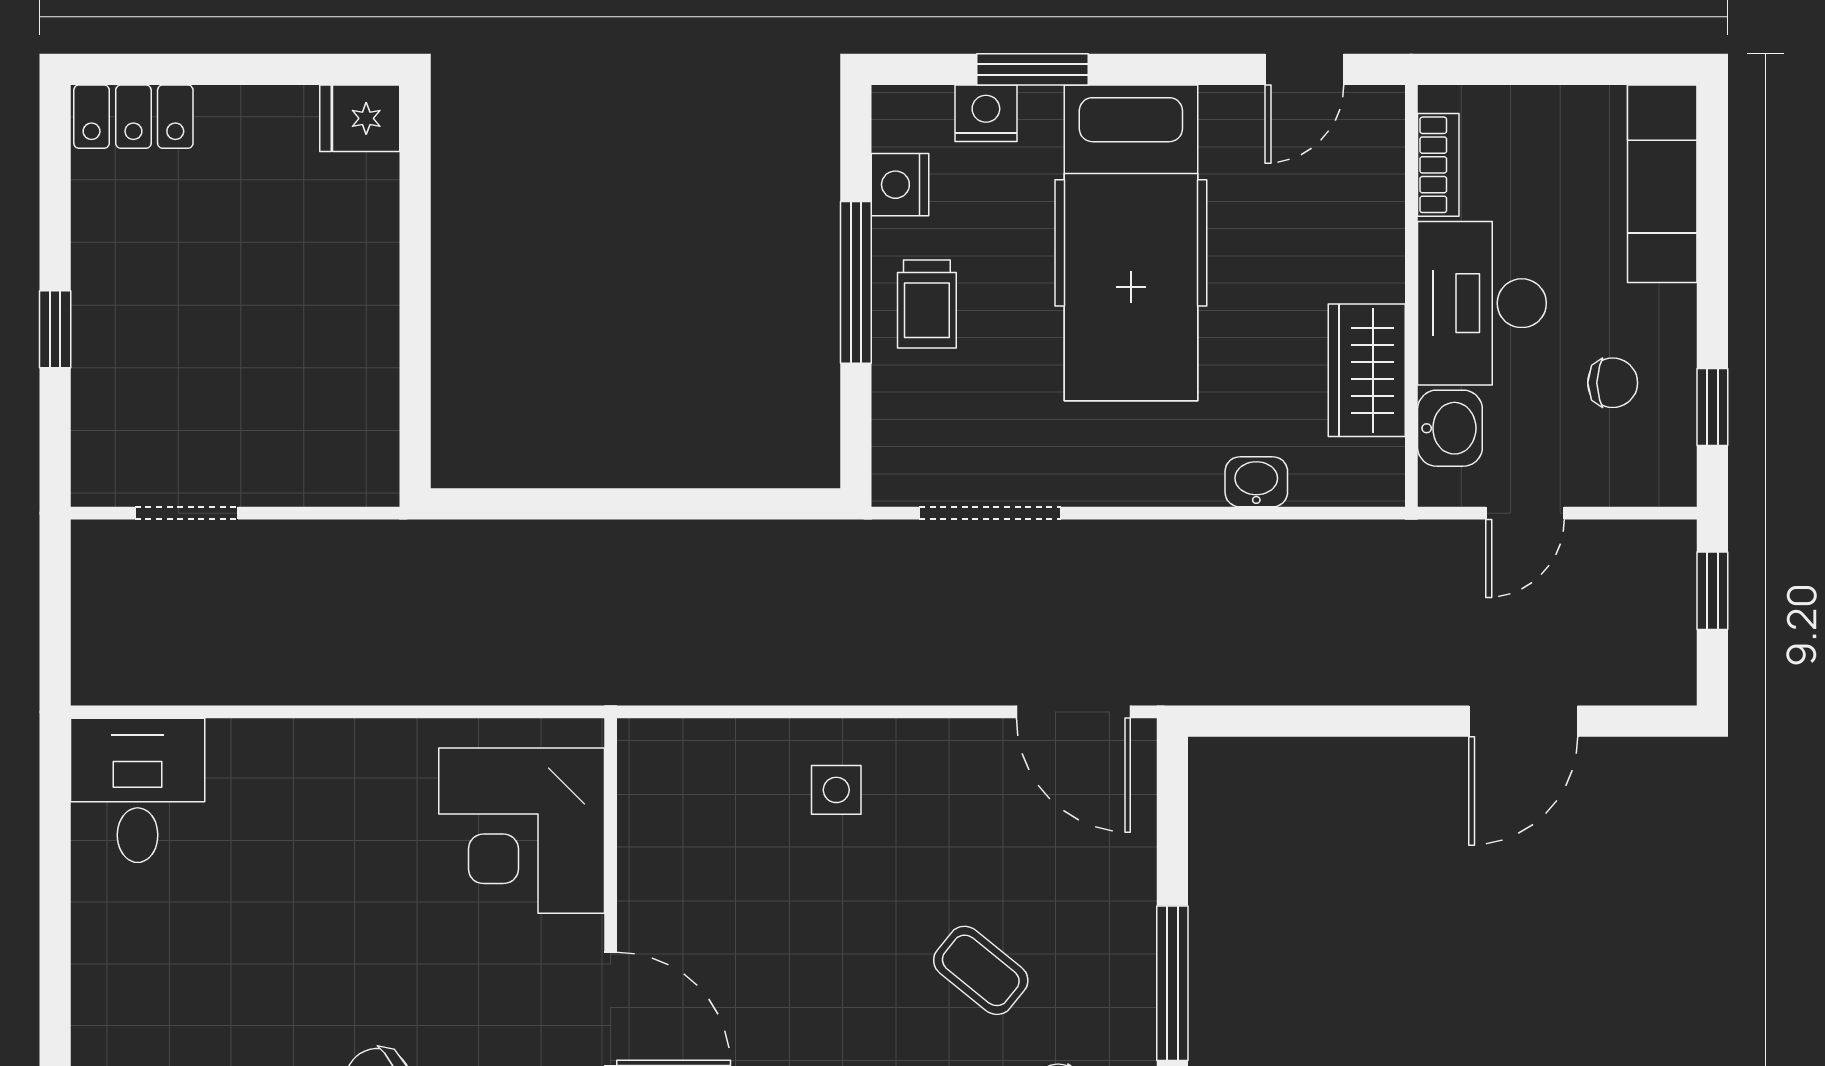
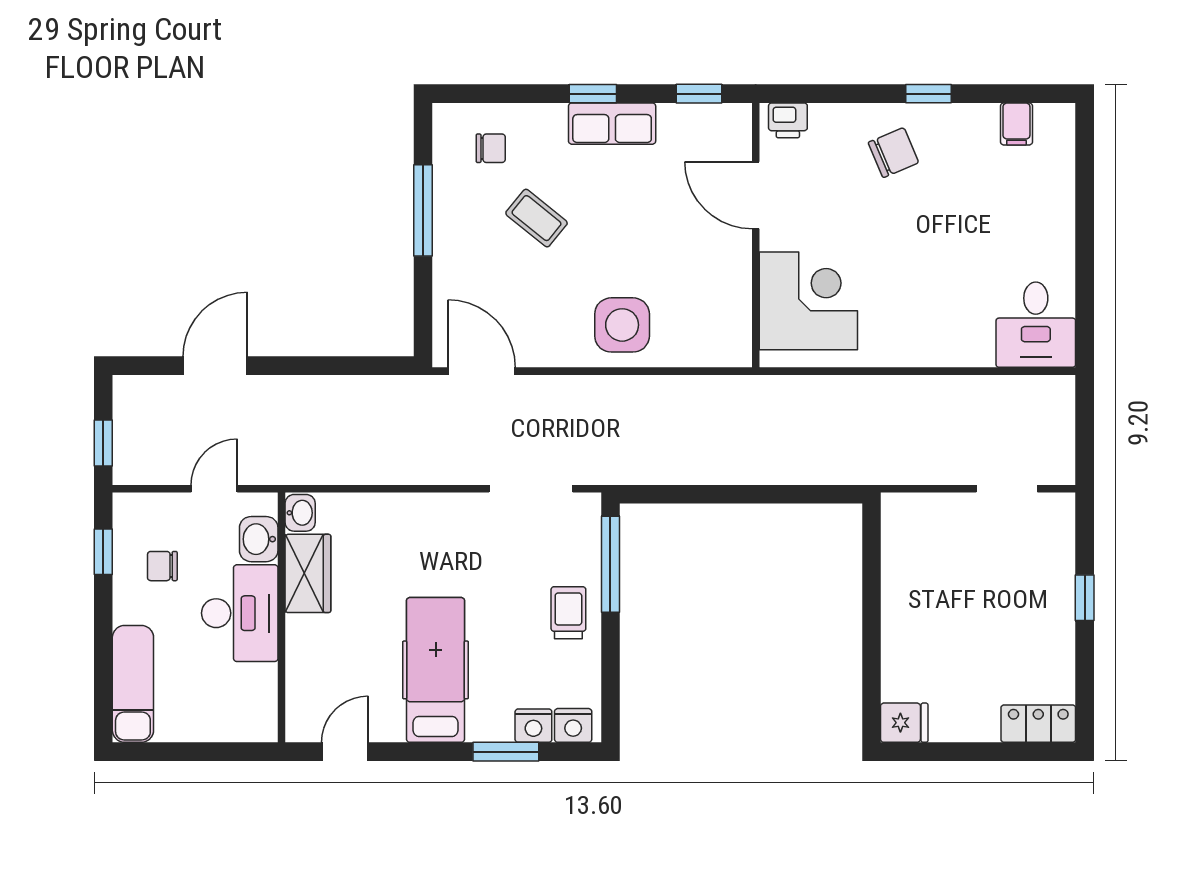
bookcase: (1438, 165) -> (266, 695), removed
nightstand: (900, 185) -> (573, 725), moved, turned 90
hospital bed: (1131, 243) -> (436, 670), width x0.73, depth x0.78
window: (856, 282) -> (610, 564), moved
washbasin: (1256, 482) -> (300, 513), moved, turned -90
side table: (836, 790) -> (622, 325), width x1.87, depth x1.87

